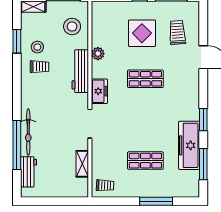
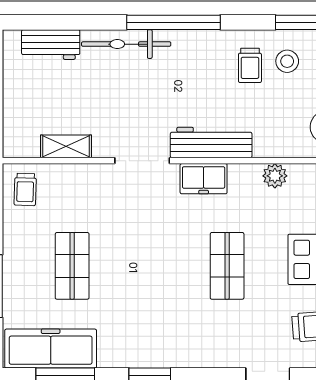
workbench: (80, 71) -> (211, 142), moved
window: (17, 145) -> (173, 22), moved
freezer: (189, 145) -> (51, 349), moved

